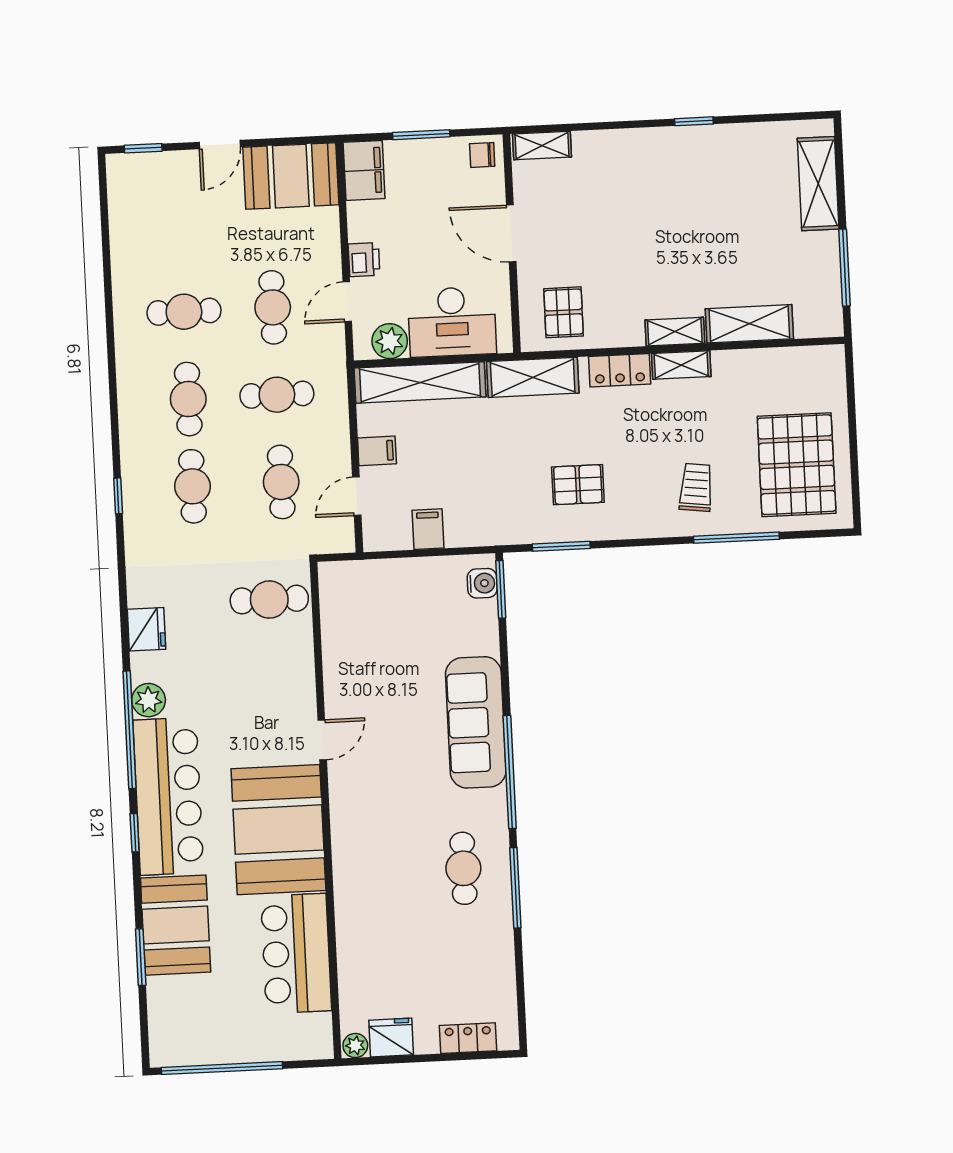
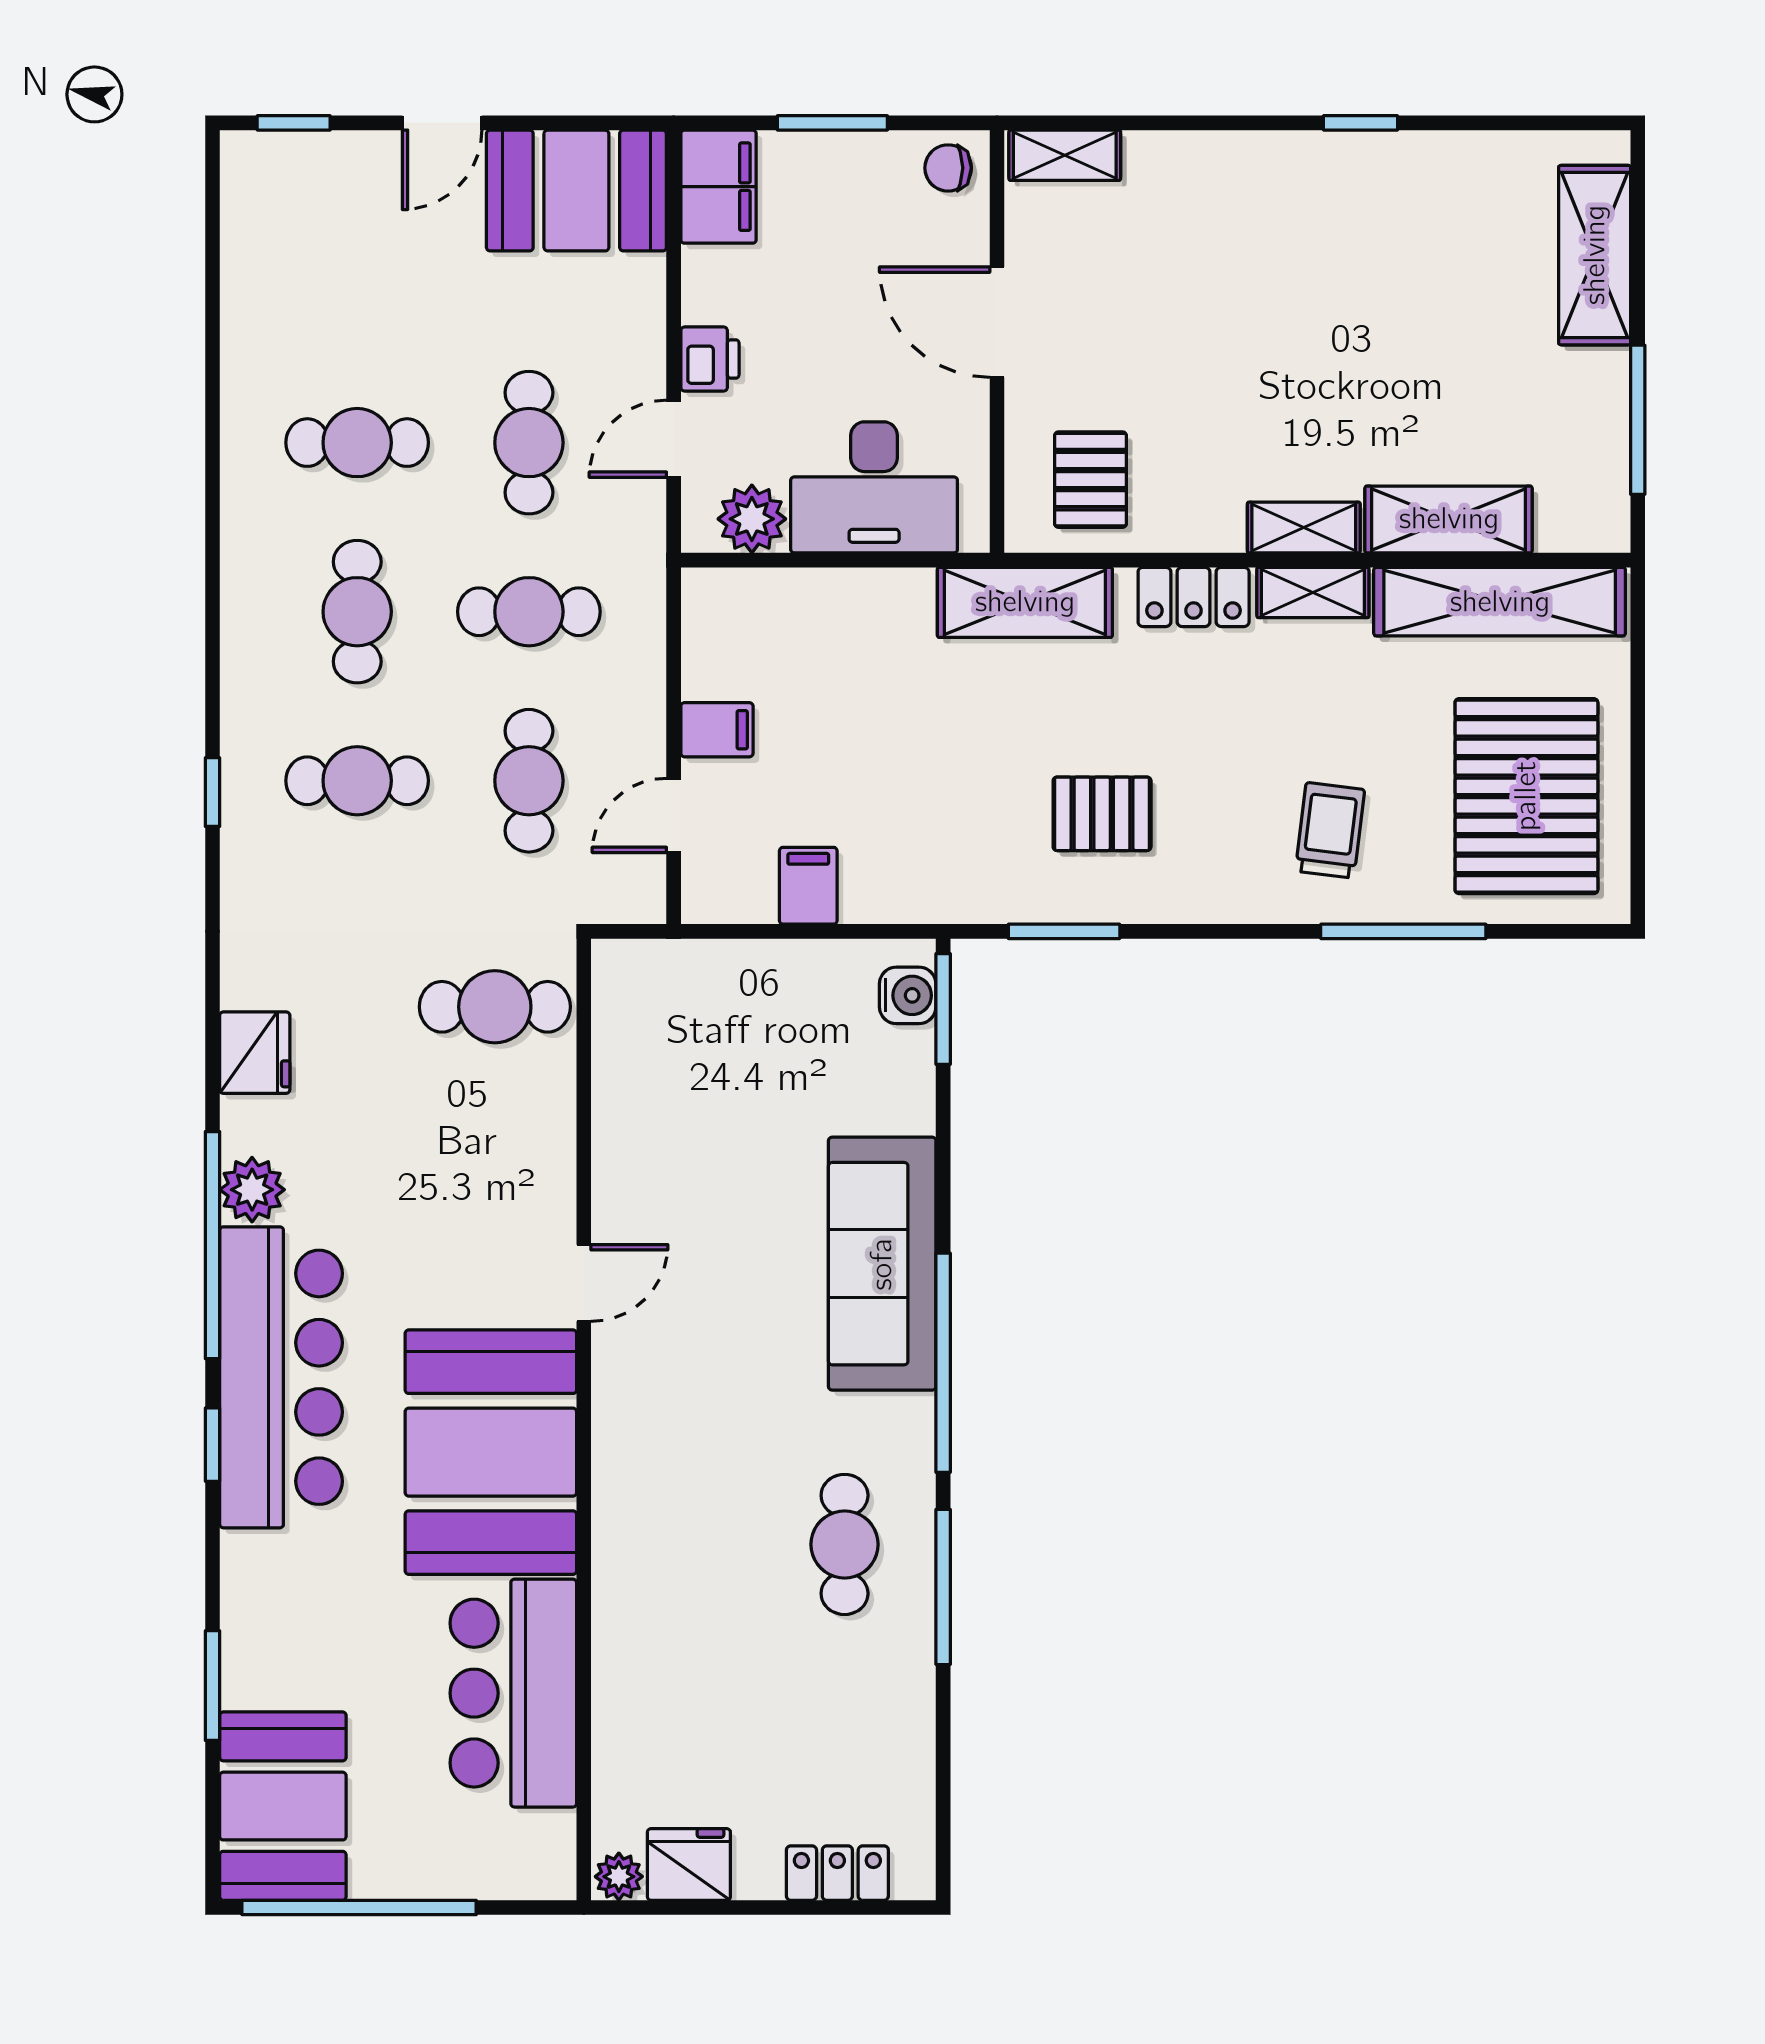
shelving: (420, 382) -> (1500, 602), moved
cafe table: (193, 486) -> (357, 781), turned 90
booth: (176, 925) -> (283, 1806), moved

